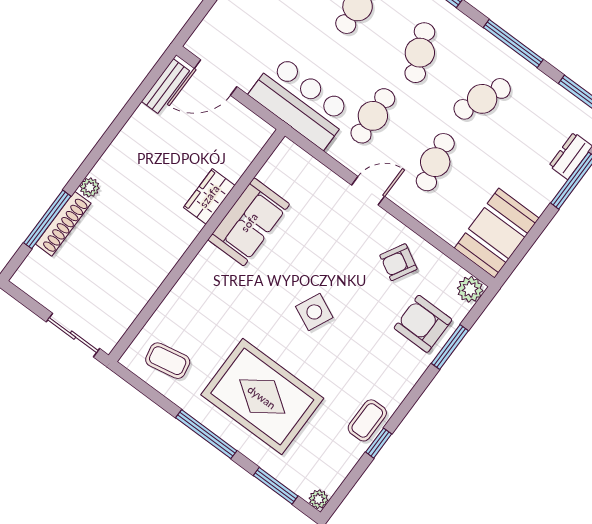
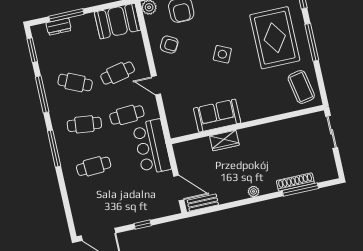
cafe table: (420, 53) -> (84, 124), turned 30
plant: (90, 187) -> (254, 191), moved
coffee table: (168, 361) -> (301, 87), width x1.36, depth x1.30

